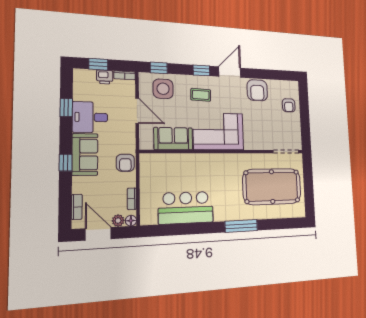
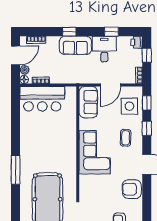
window: (201, 70) -> (147, 128), moved
printer: (105, 77) -> (137, 42), moved
sofa: (173, 139) -> (88, 102), moved
armchair: (125, 163) -> (69, 76), removed
bar counter: (186, 208) -> (42, 99), moved, turned 90

